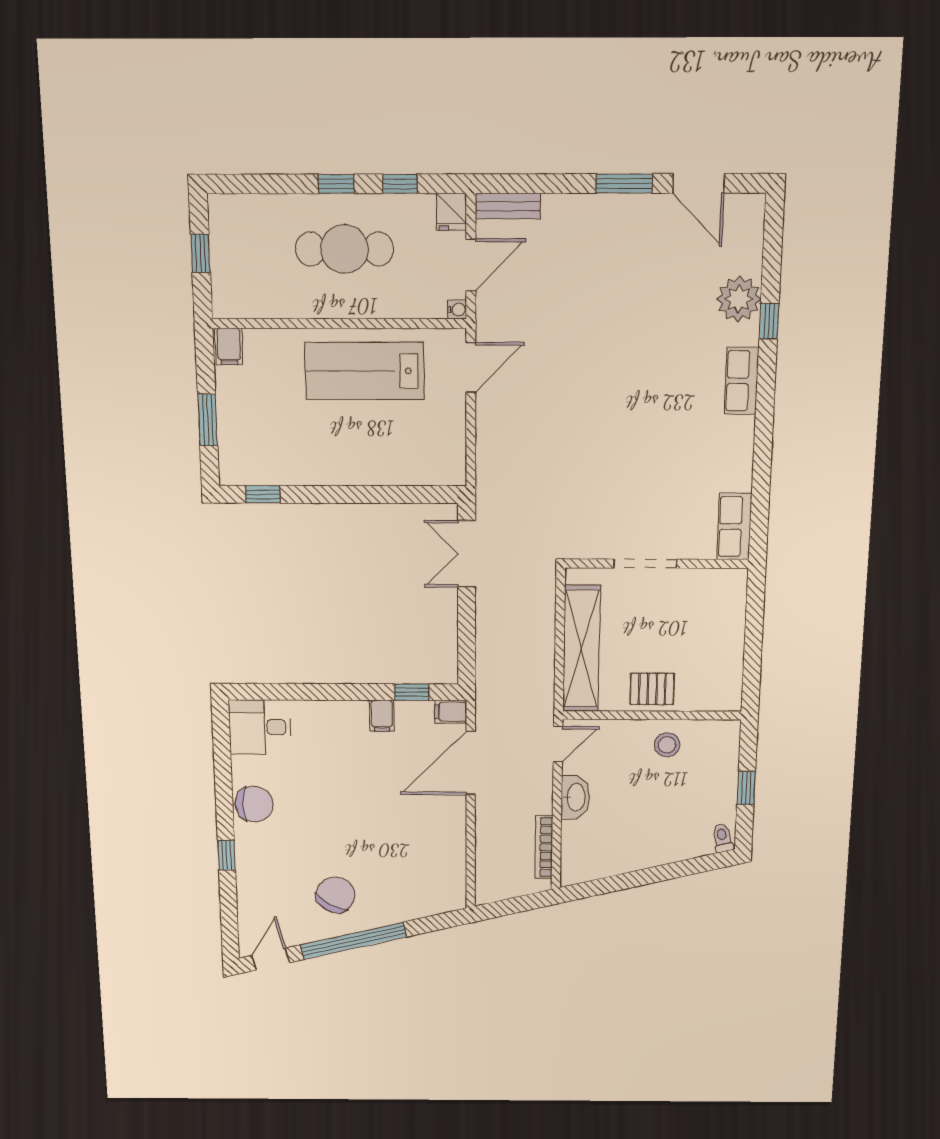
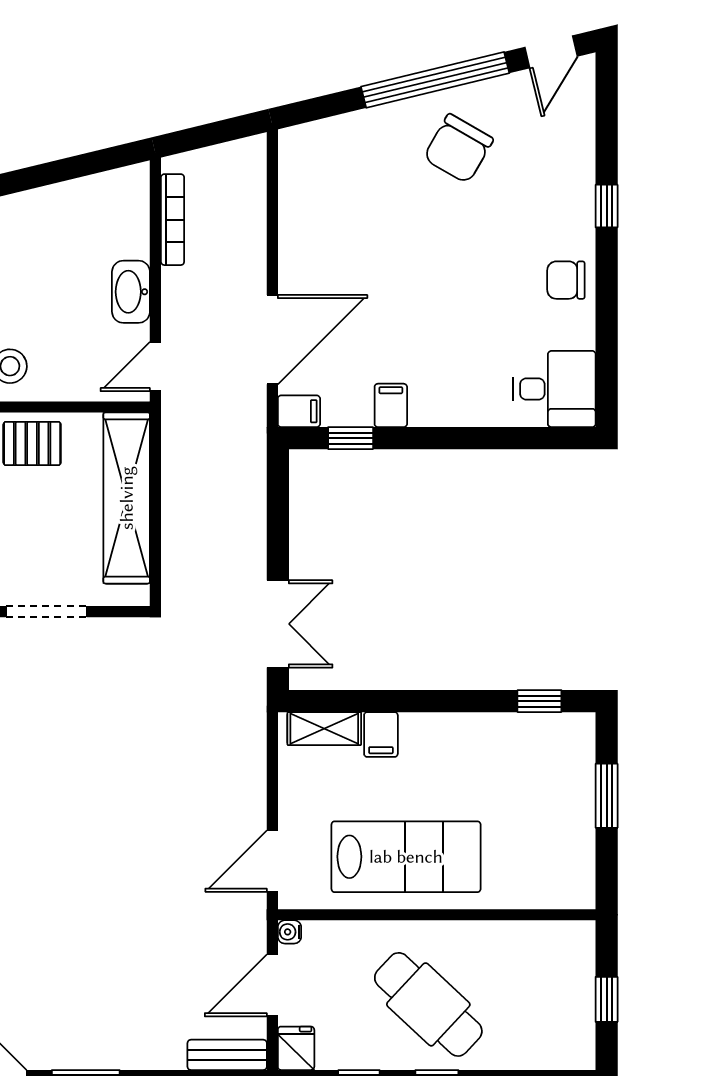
cafe table: (344, 249) -> (428, 1004), turned 43
filing cabinet: (229, 346) -> (381, 734), moved, turned 180
shelving: (430, 473) -> (324, 729), added
chair: (254, 804) -> (566, 280), width x0.73, depth x0.73

